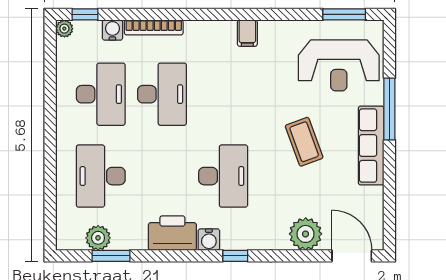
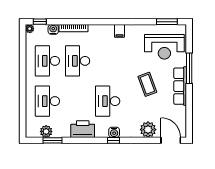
desk: (101, 94) -> (47, 61), turned 180
desk: (162, 94) -> (78, 61), turned 180
desk: (223, 176) -> (108, 101), turned 180
water cooler: (209, 240) -> (114, 132), moved

